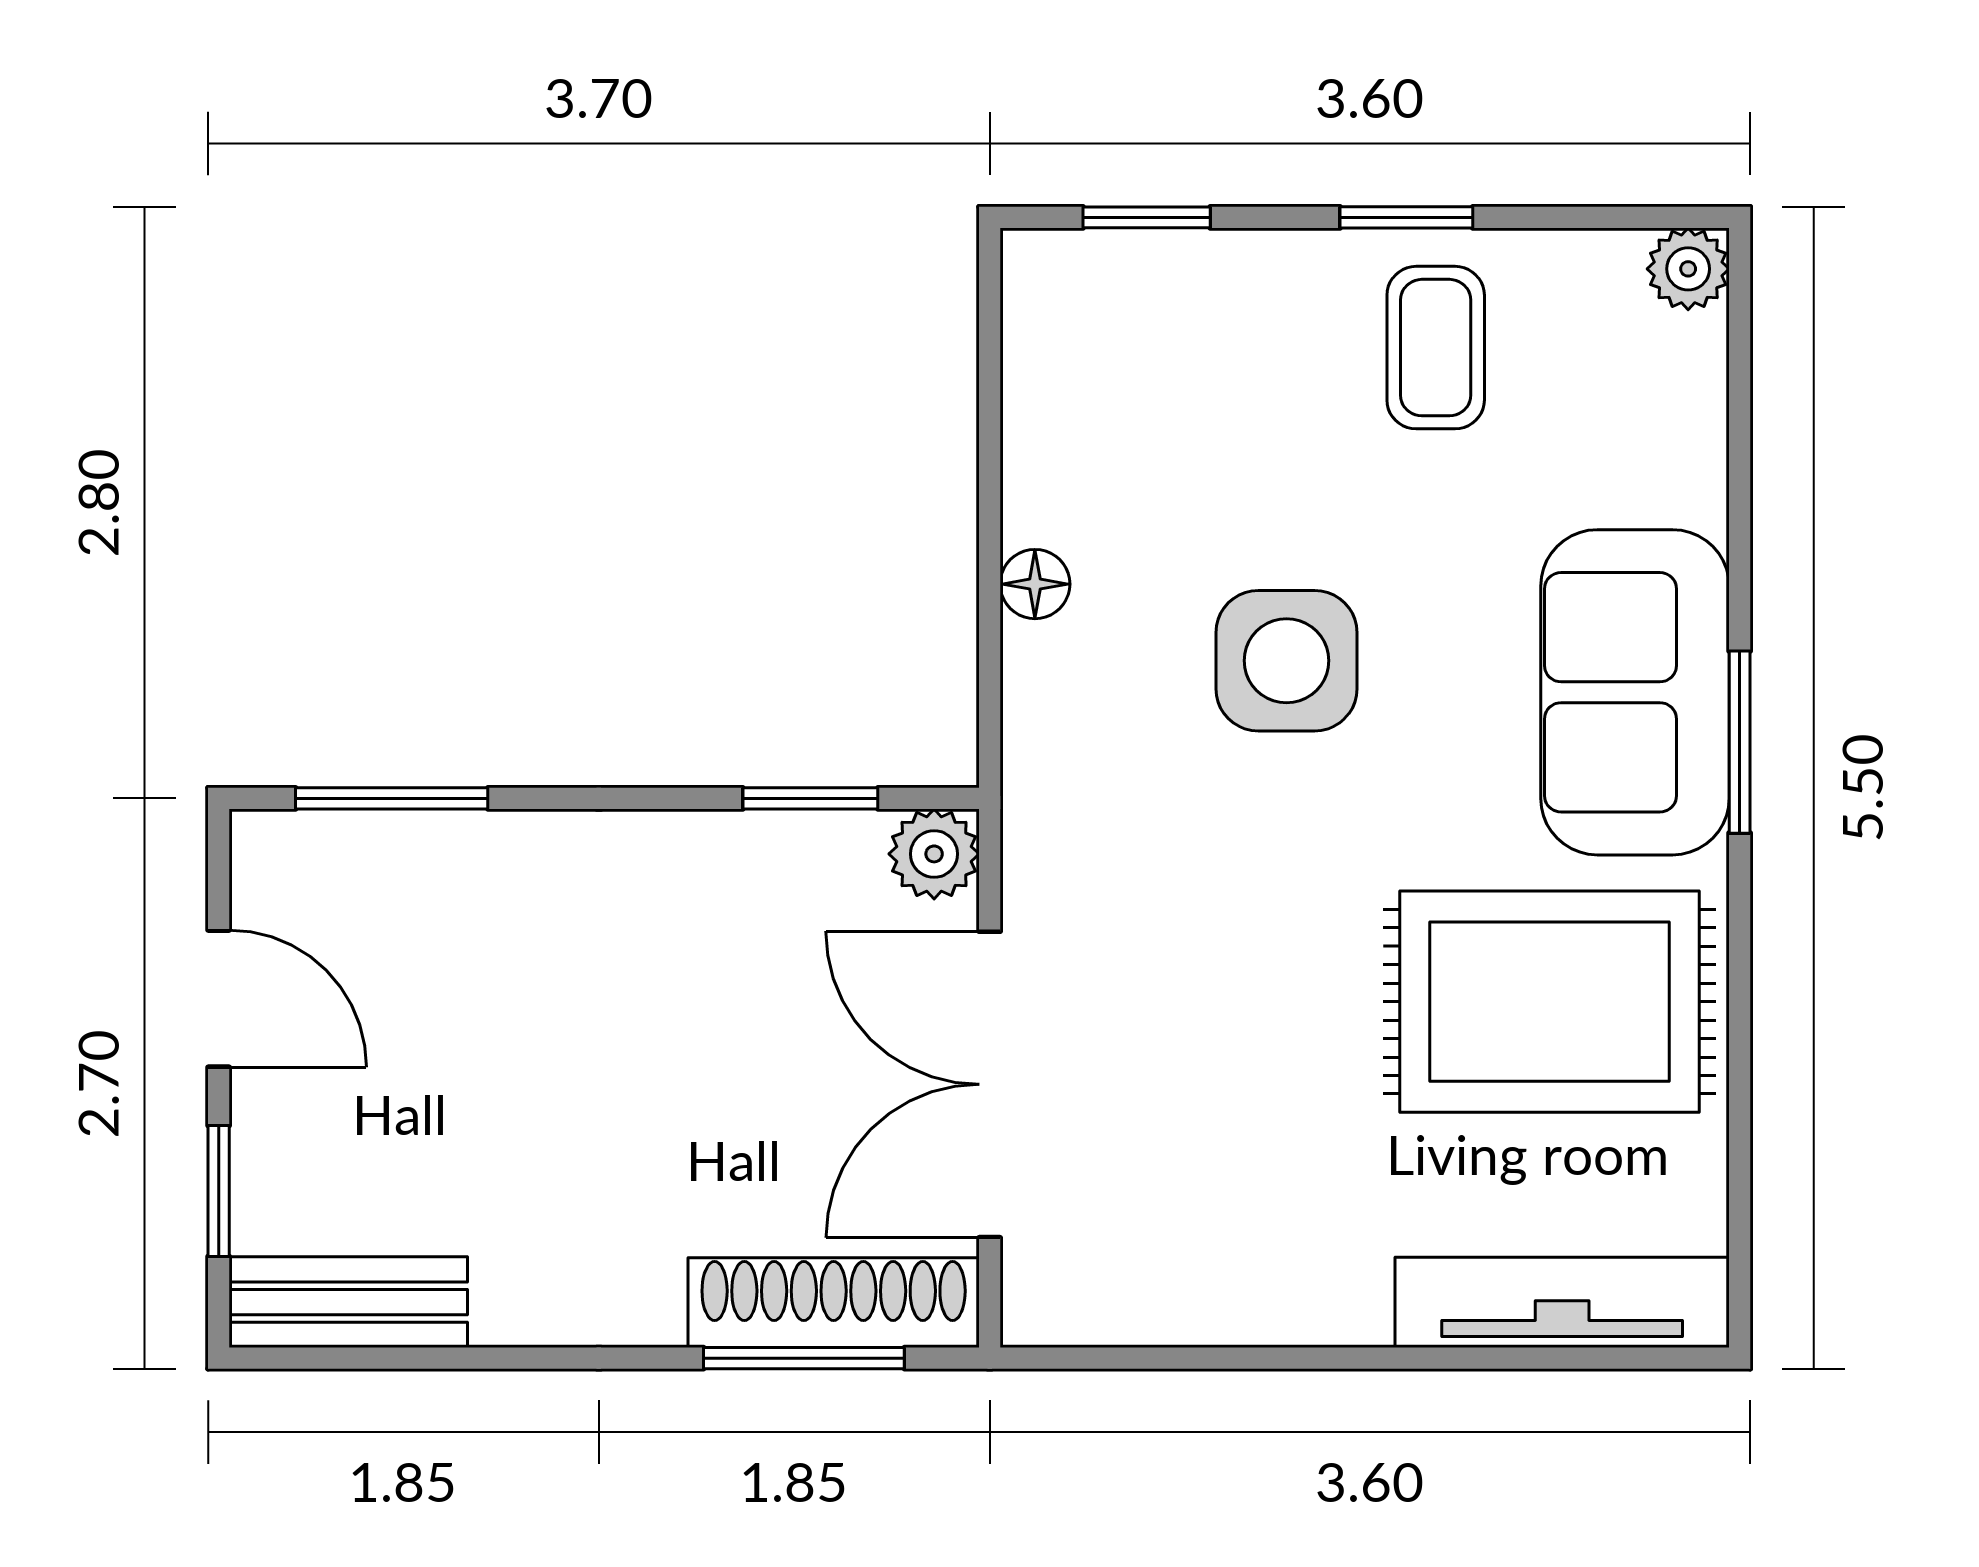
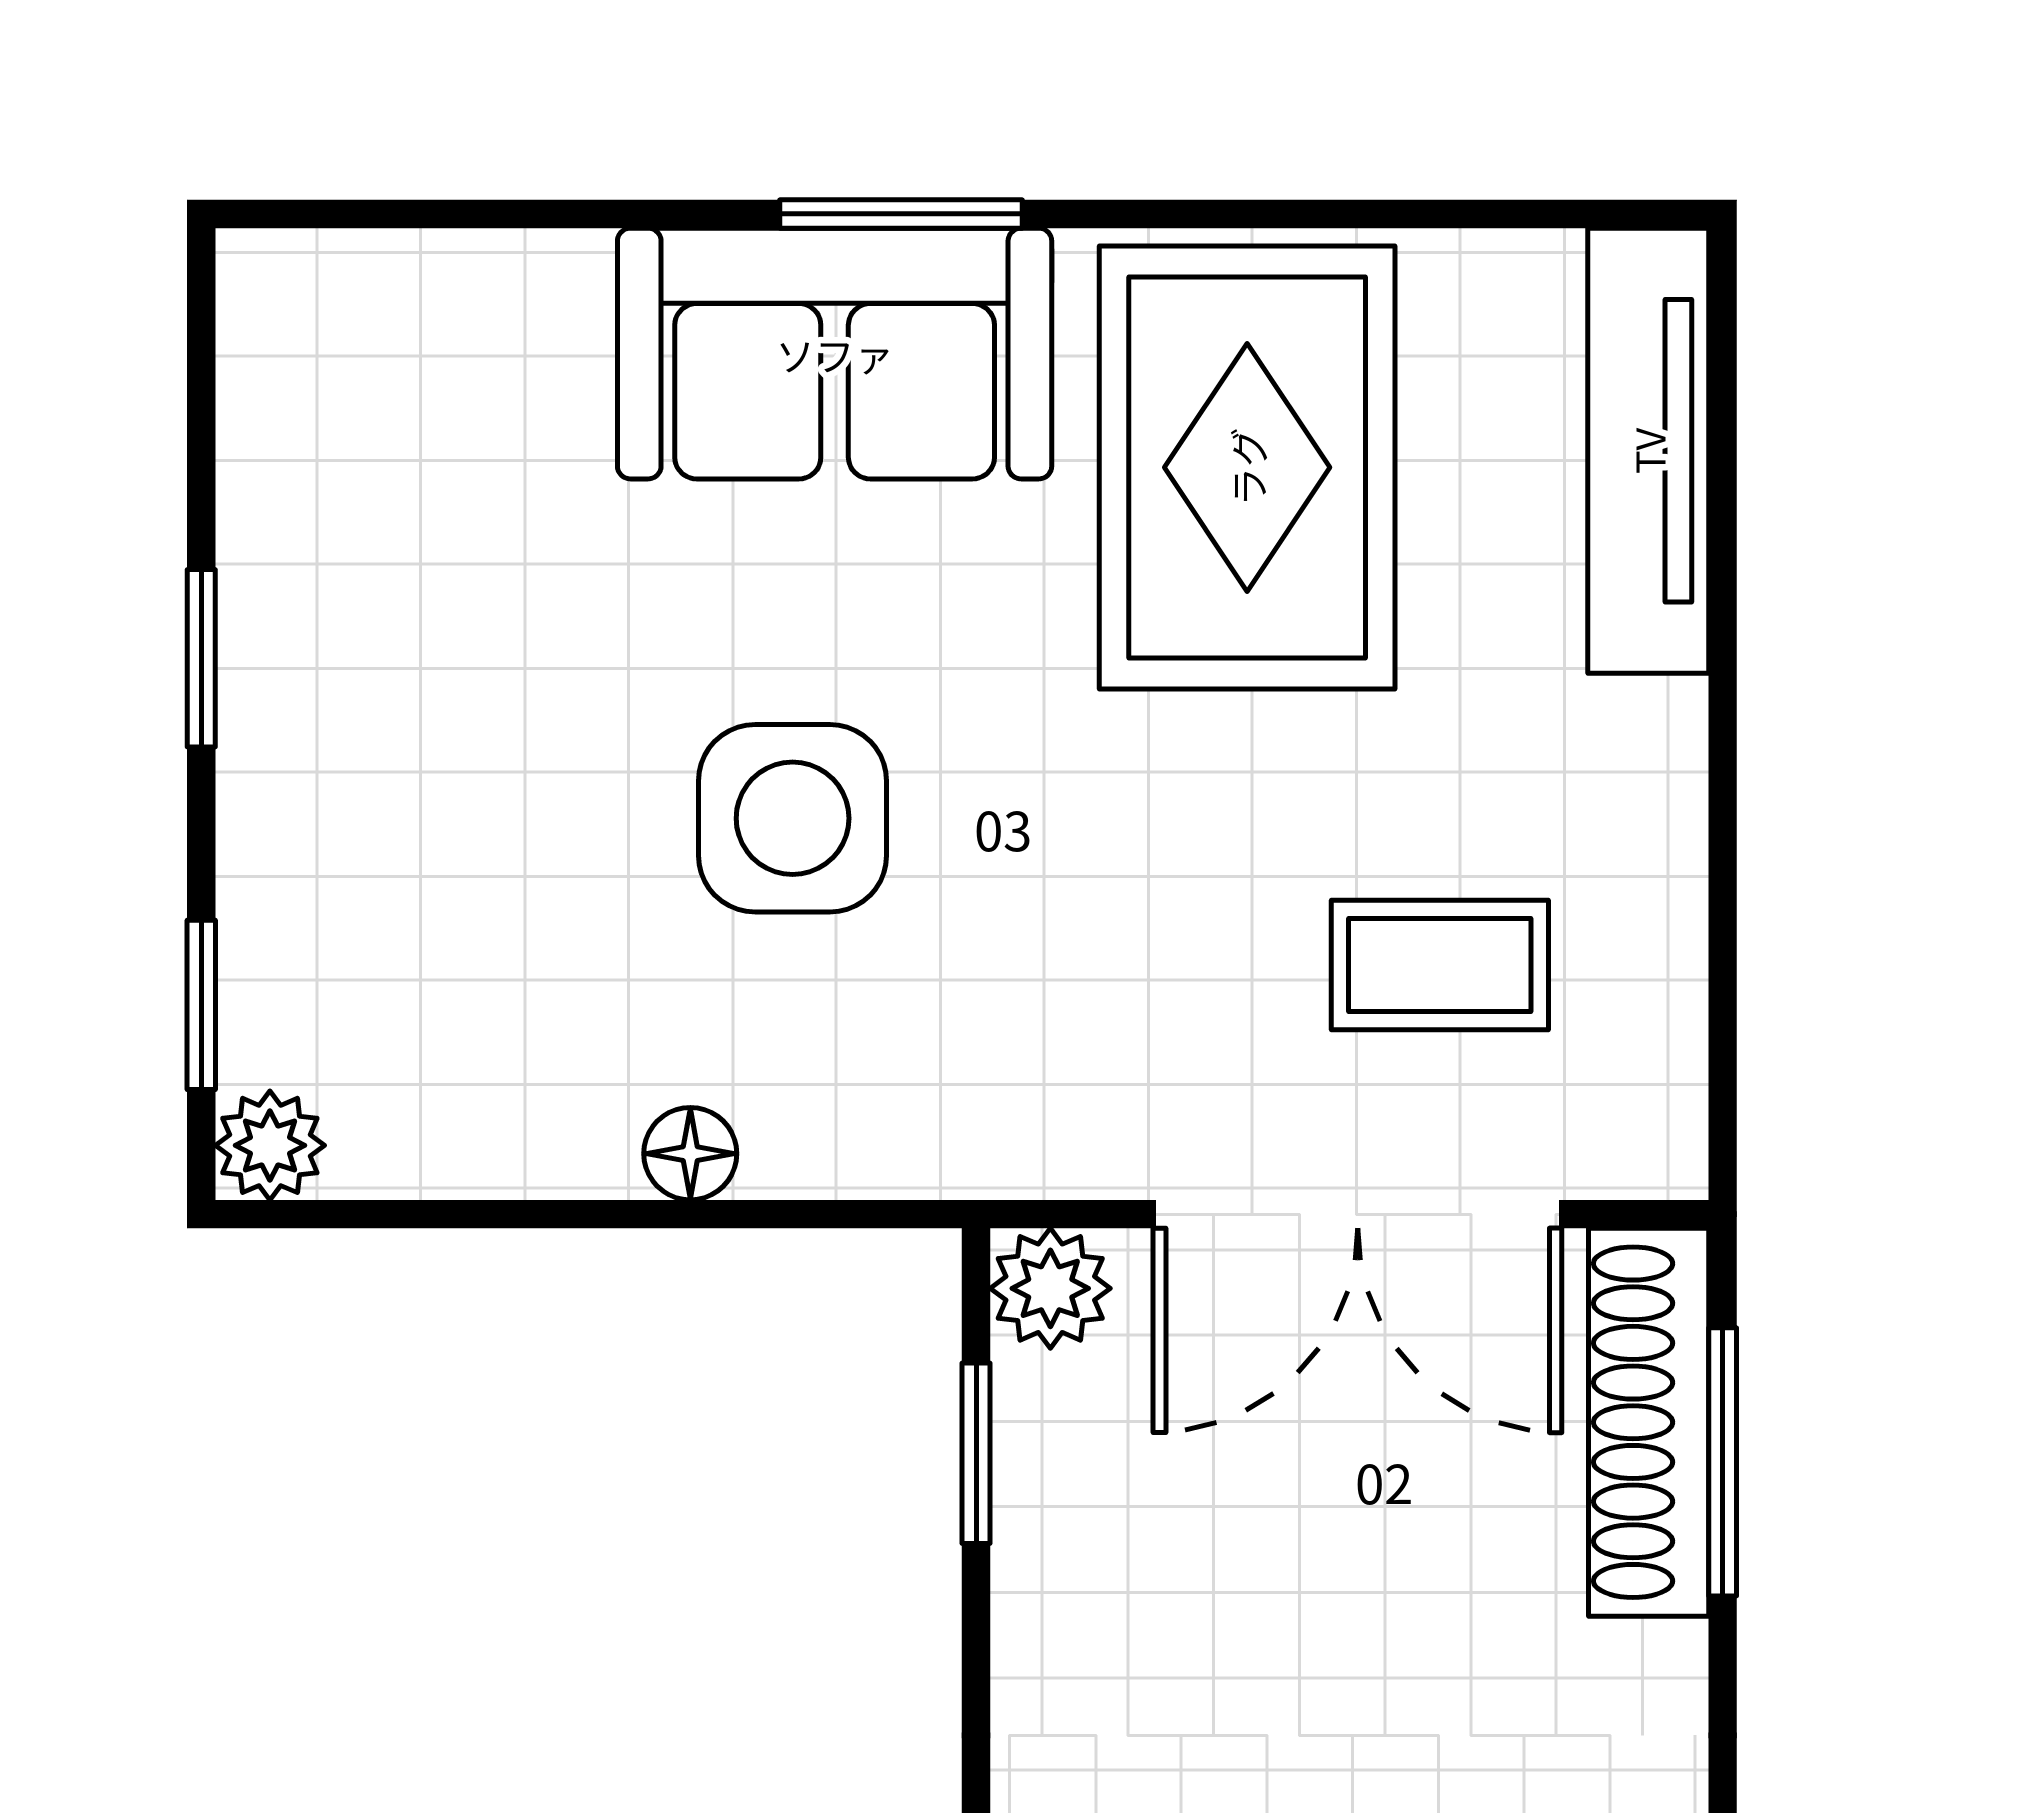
plant: (1688, 269) -> (270, 1145), moved
coffee table: (1436, 348) -> (1440, 965), moved

